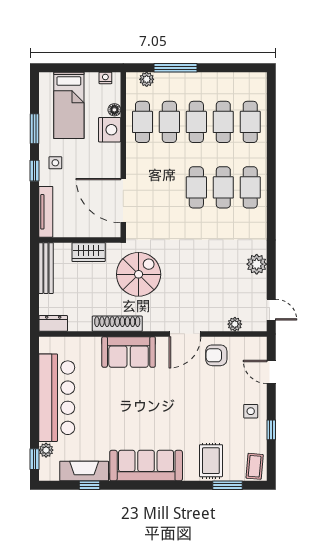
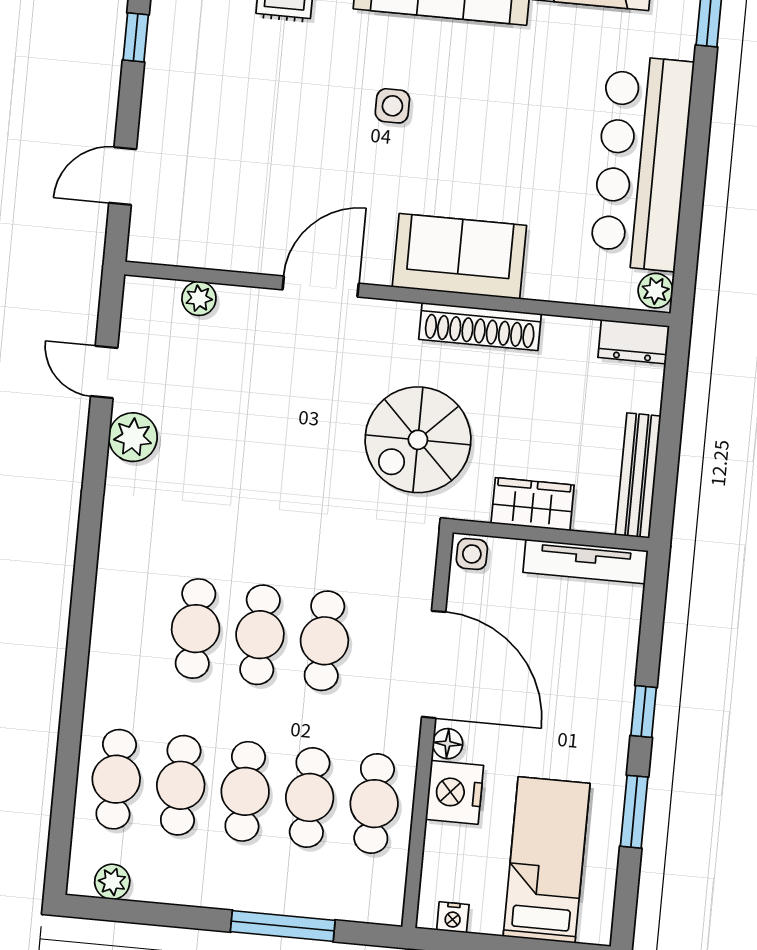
plant: (147, 79) -> (112, 882), moved
floor lamp: (114, 110) -> (448, 744), moved
side table: (55, 163) -> (472, 554), moved
cafe table: (250, 187) -> (324, 641), moved
door: (123, 201) -> (434, 664), moved
tv unit: (46, 212) -> (586, 562), moved, turned -90
door: (271, 310) -> (104, 372), moved
armchair: (216, 355) -> (250, 228), removed
door: (271, 372) -> (123, 176), swing flipped
side table: (251, 411) -> (392, 106), moved
plant: (46, 450) -> (655, 291), moved

